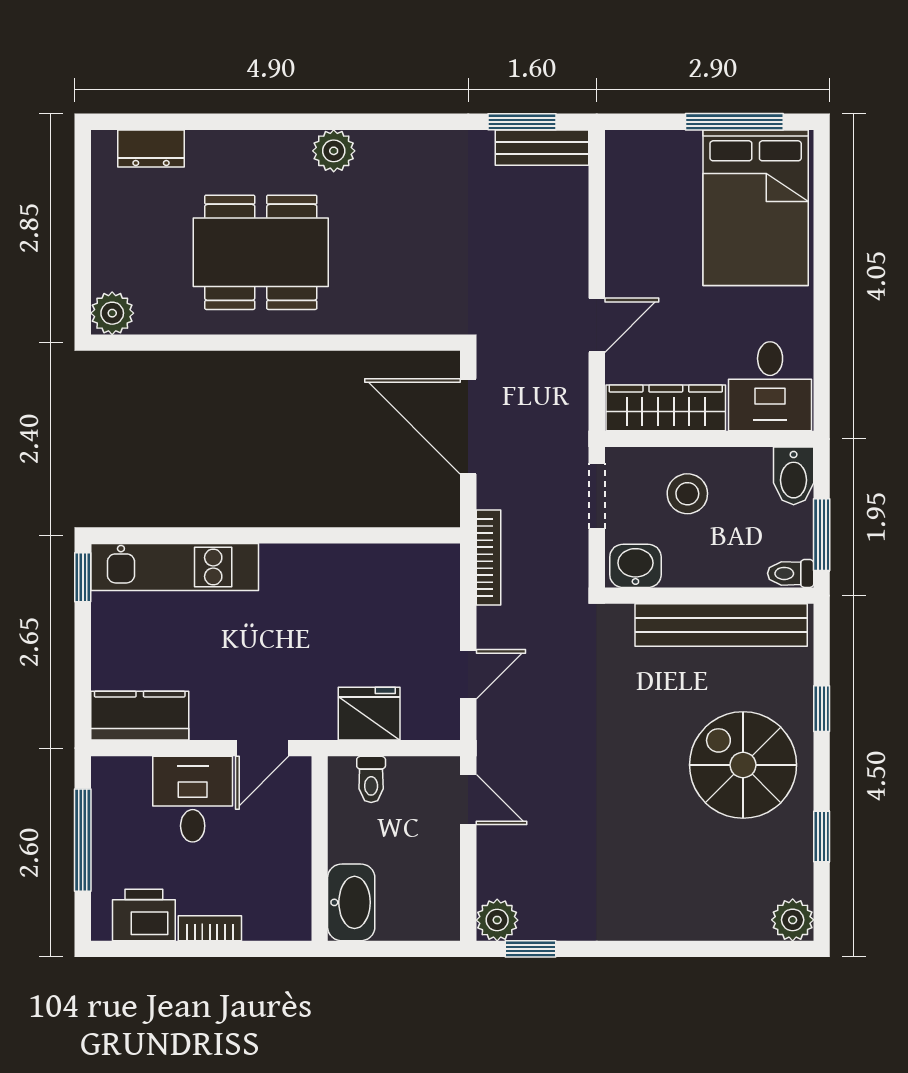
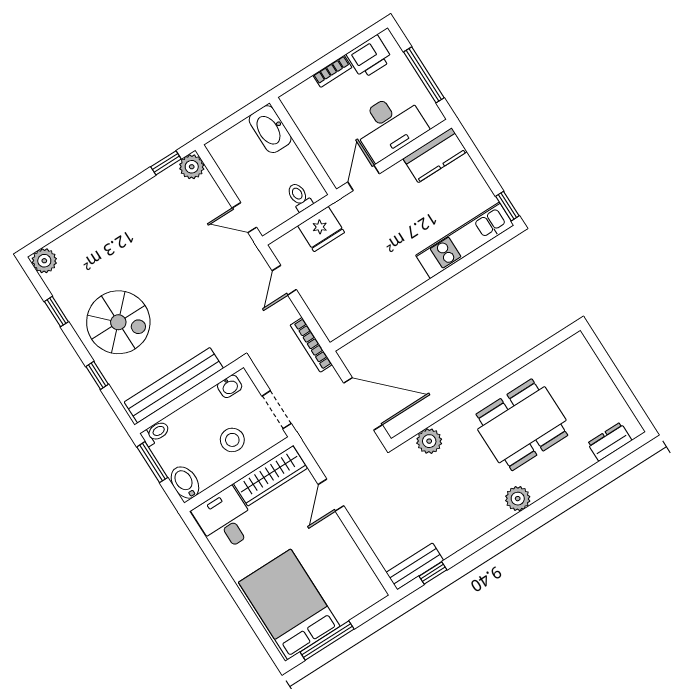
window: (522, 122) -> (433, 573), width x0.67
plant: (112, 313) -> (429, 441), moved
washbasin: (635, 566) -> (230, 386), width x0.72, depth x0.69
desk: (193, 799) -> (389, 126), width x1.37

